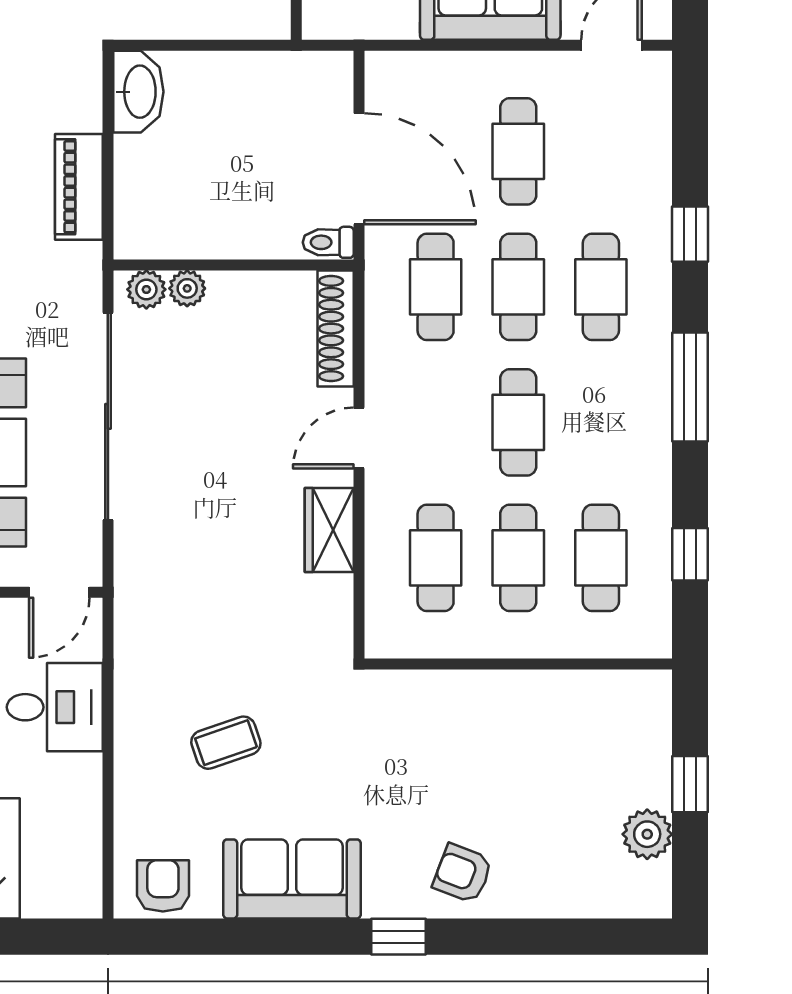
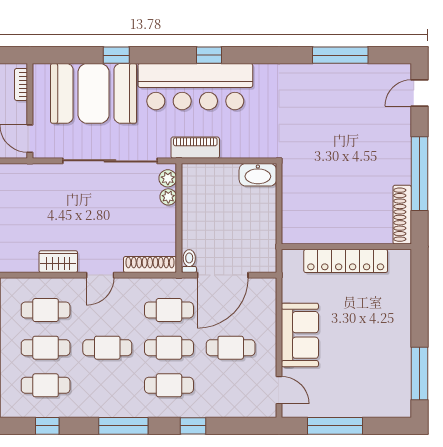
piano: (79, 187) -> (195, 148), moved
door: (359, 438) -> (100, 275), swing flipped

